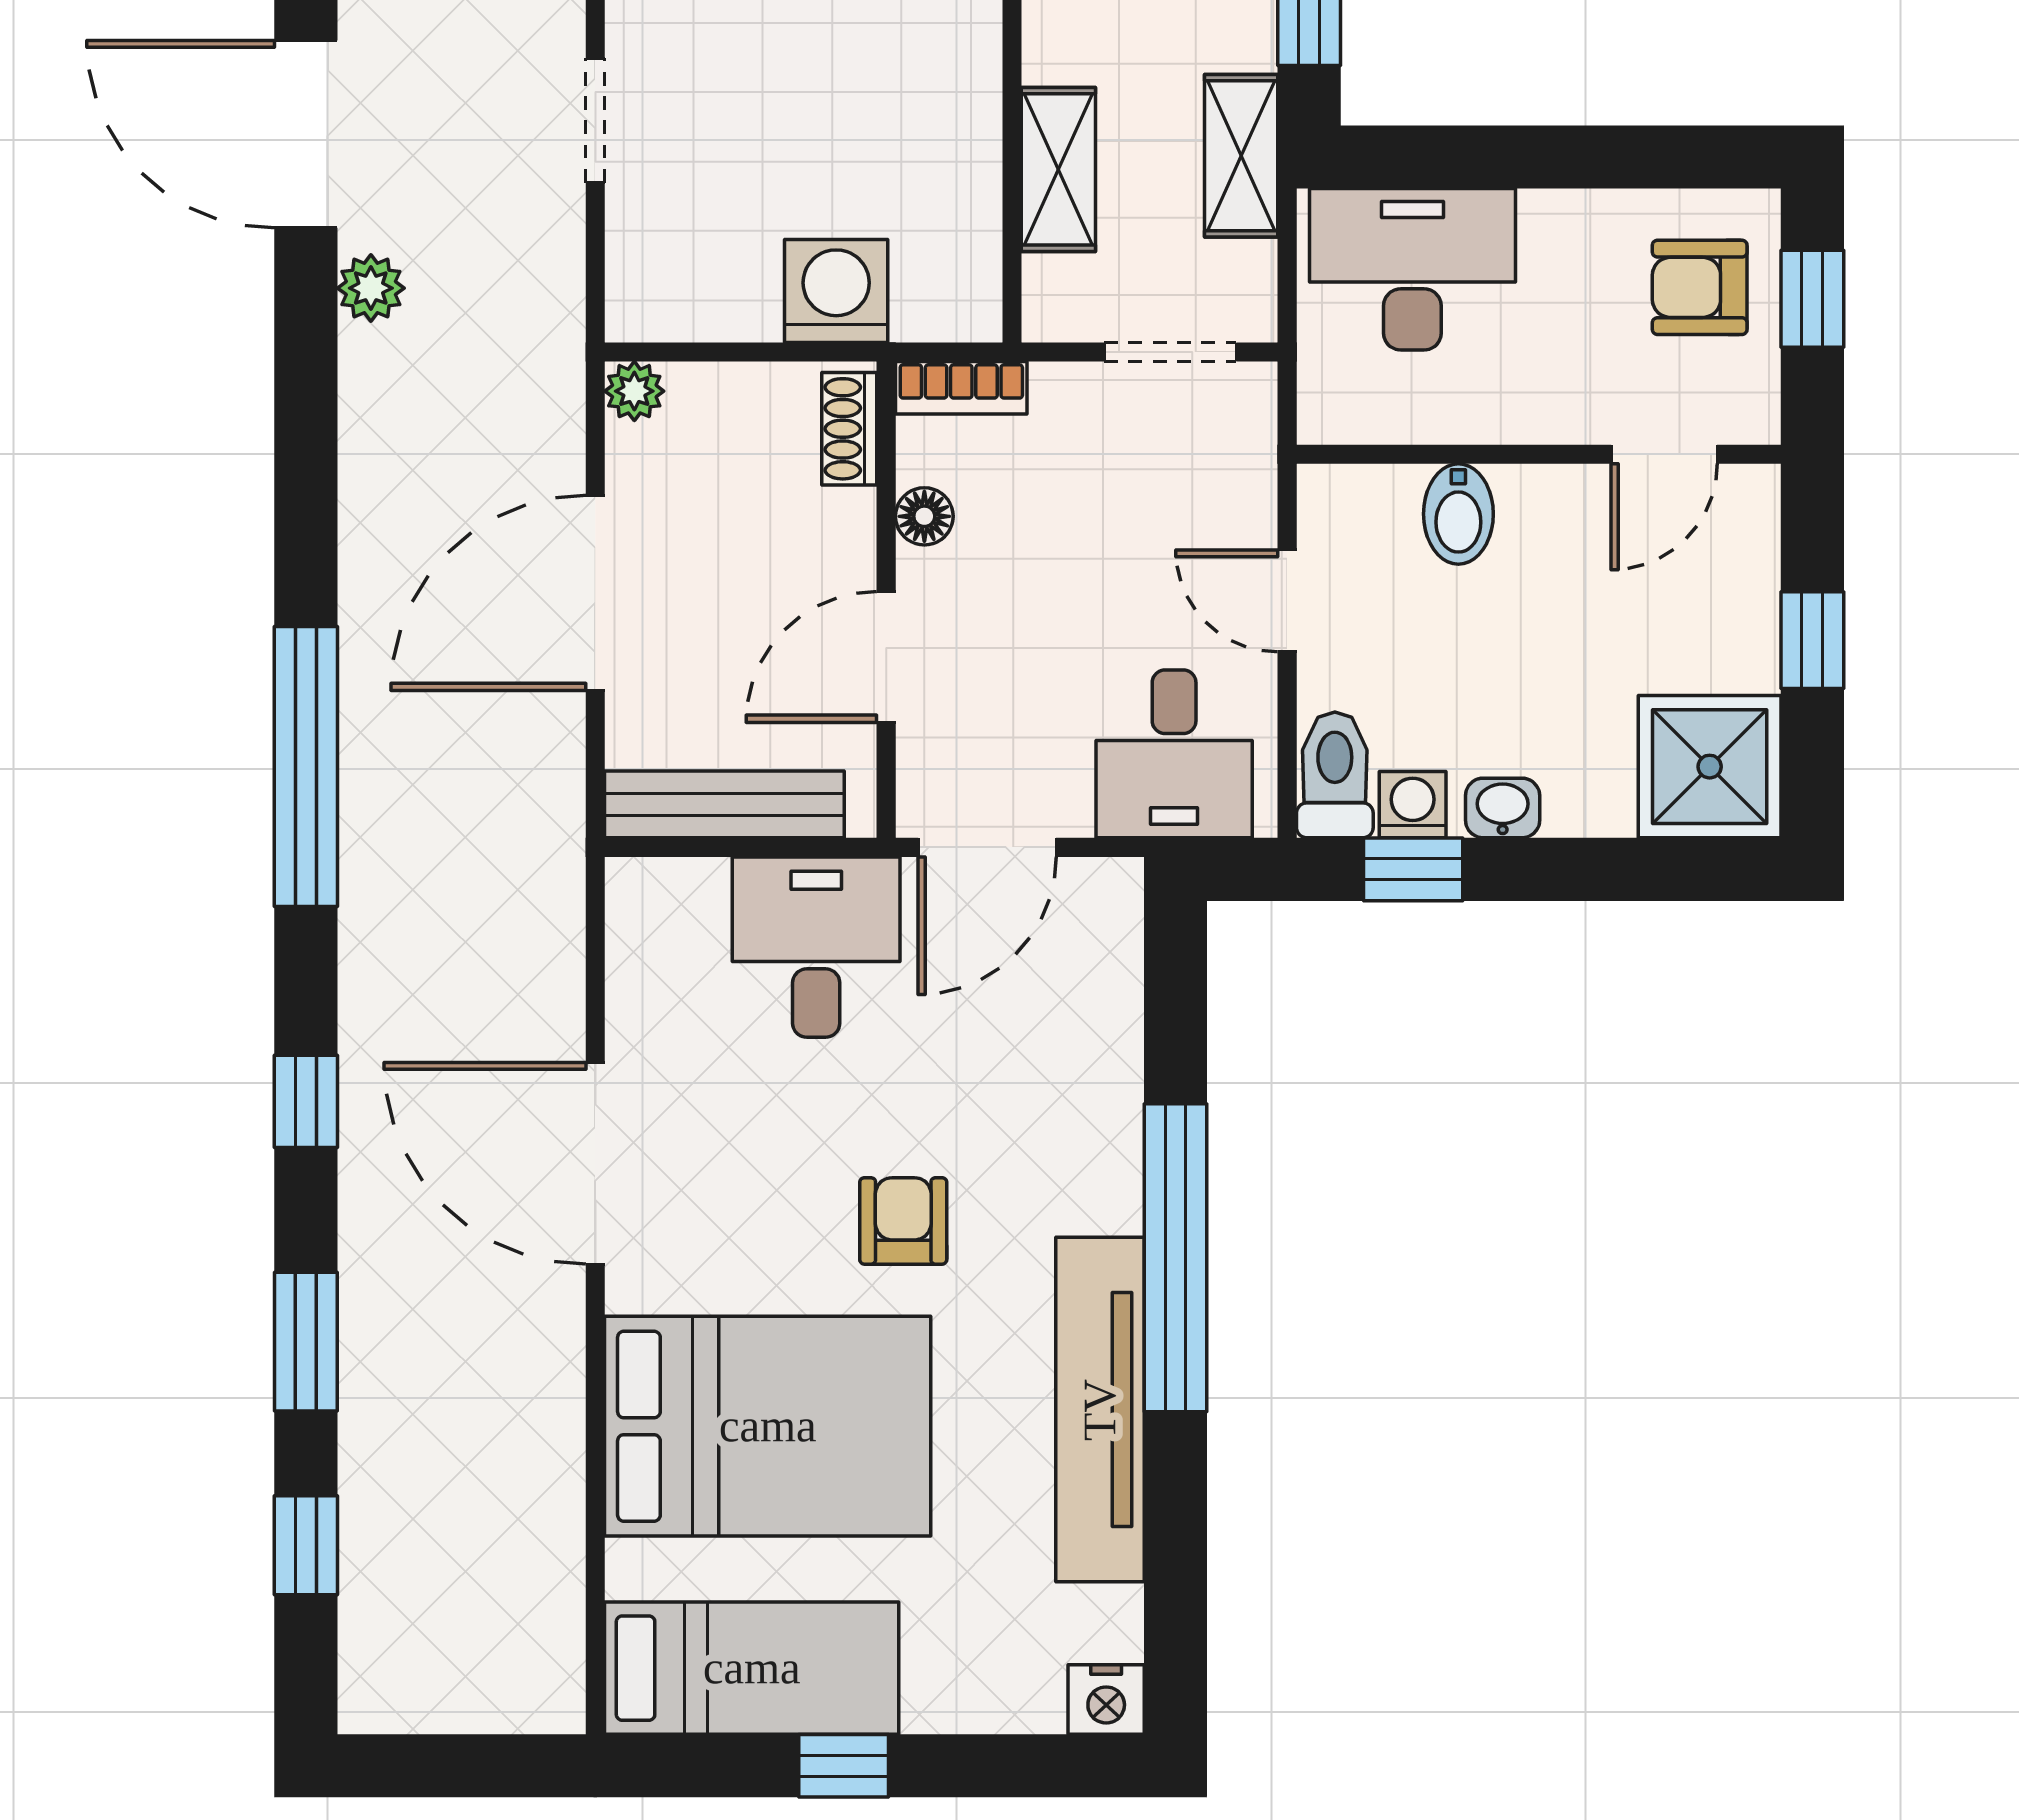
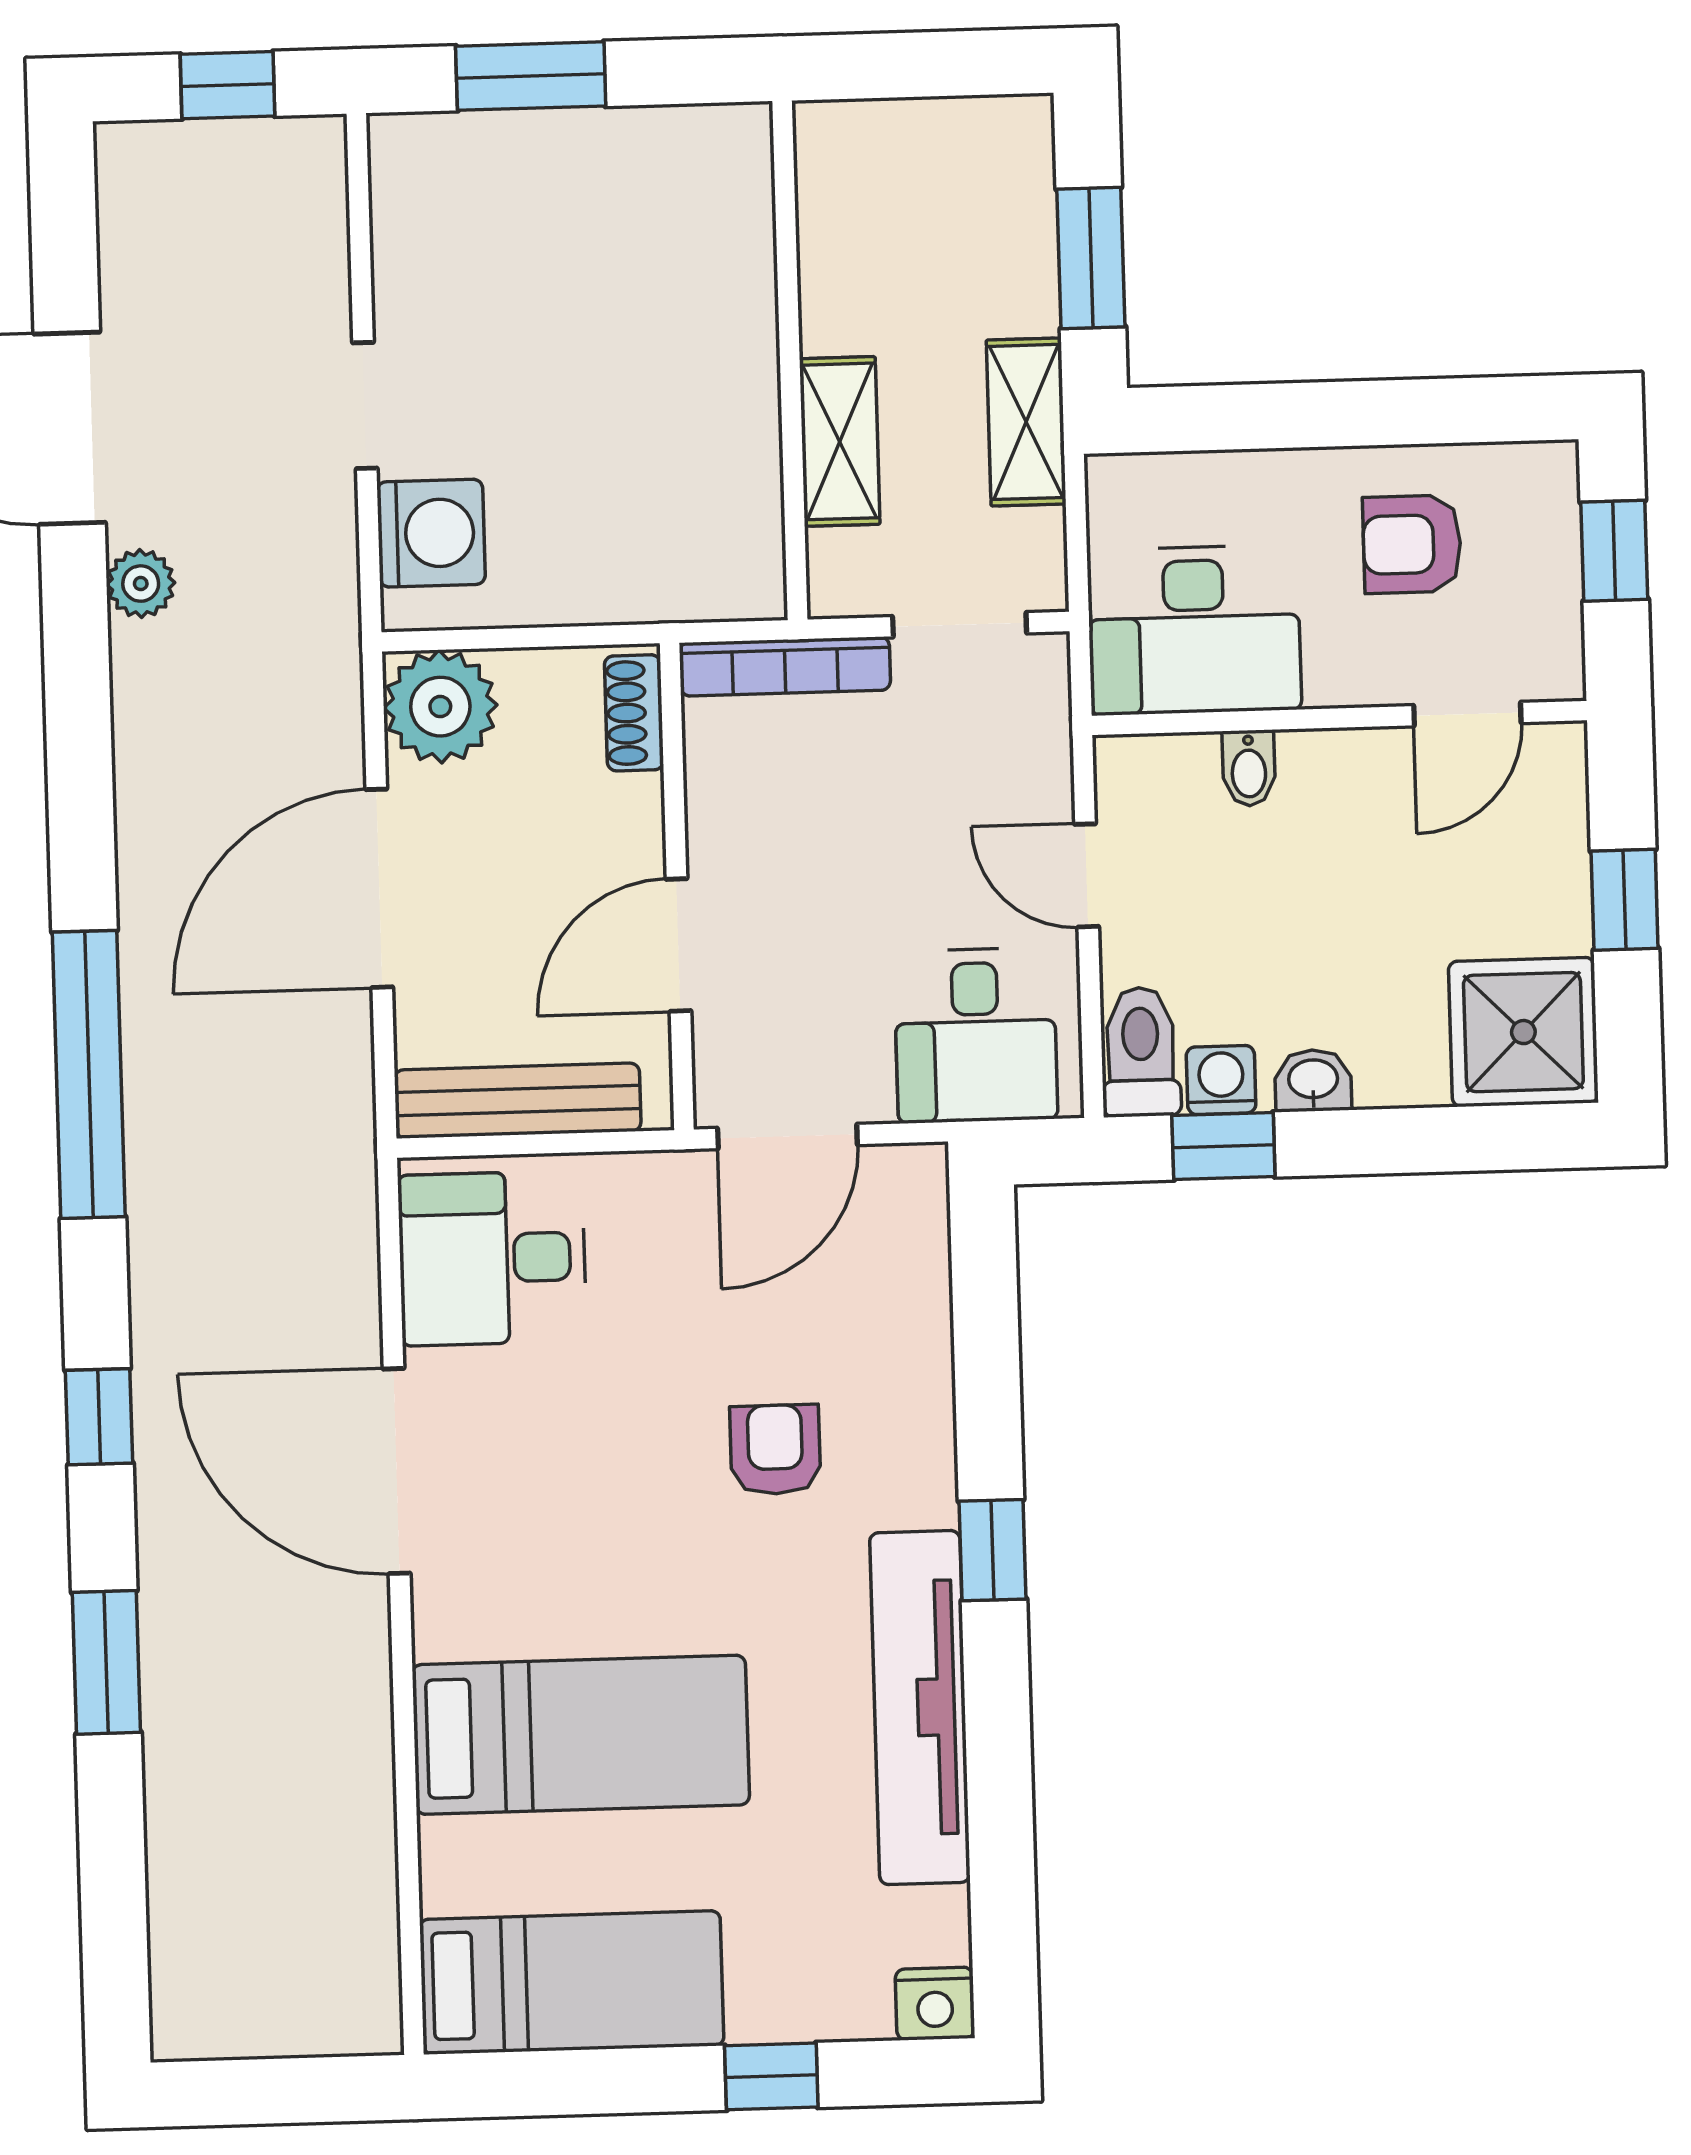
desk: (1412, 269) -> (1194, 630), moved, turned 180
armchair: (1700, 287) -> (1412, 544), moved
washing machine: (836, 291) -> (431, 533), moved, turned 90
bookcase: (961, 388) -> (785, 666), width x1.56
plant: (634, 391) -> (440, 707), width x1.87, depth x1.87
bidet: (1458, 514) -> (1249, 768), width x0.72, depth x0.74
floor lamp: (924, 516) -> (713, 800), removed
desk: (816, 947) -> (492, 1258), moved, turned -90
armchair: (903, 1221) -> (775, 1450), moved
window: (1176, 1258) -> (992, 1550), width x0.32
bed: (768, 1426) -> (581, 1735), width x0.67
window: (306, 1545) -> (112, 1870), removed
window: (844, 1766) -> (771, 2076), moved

